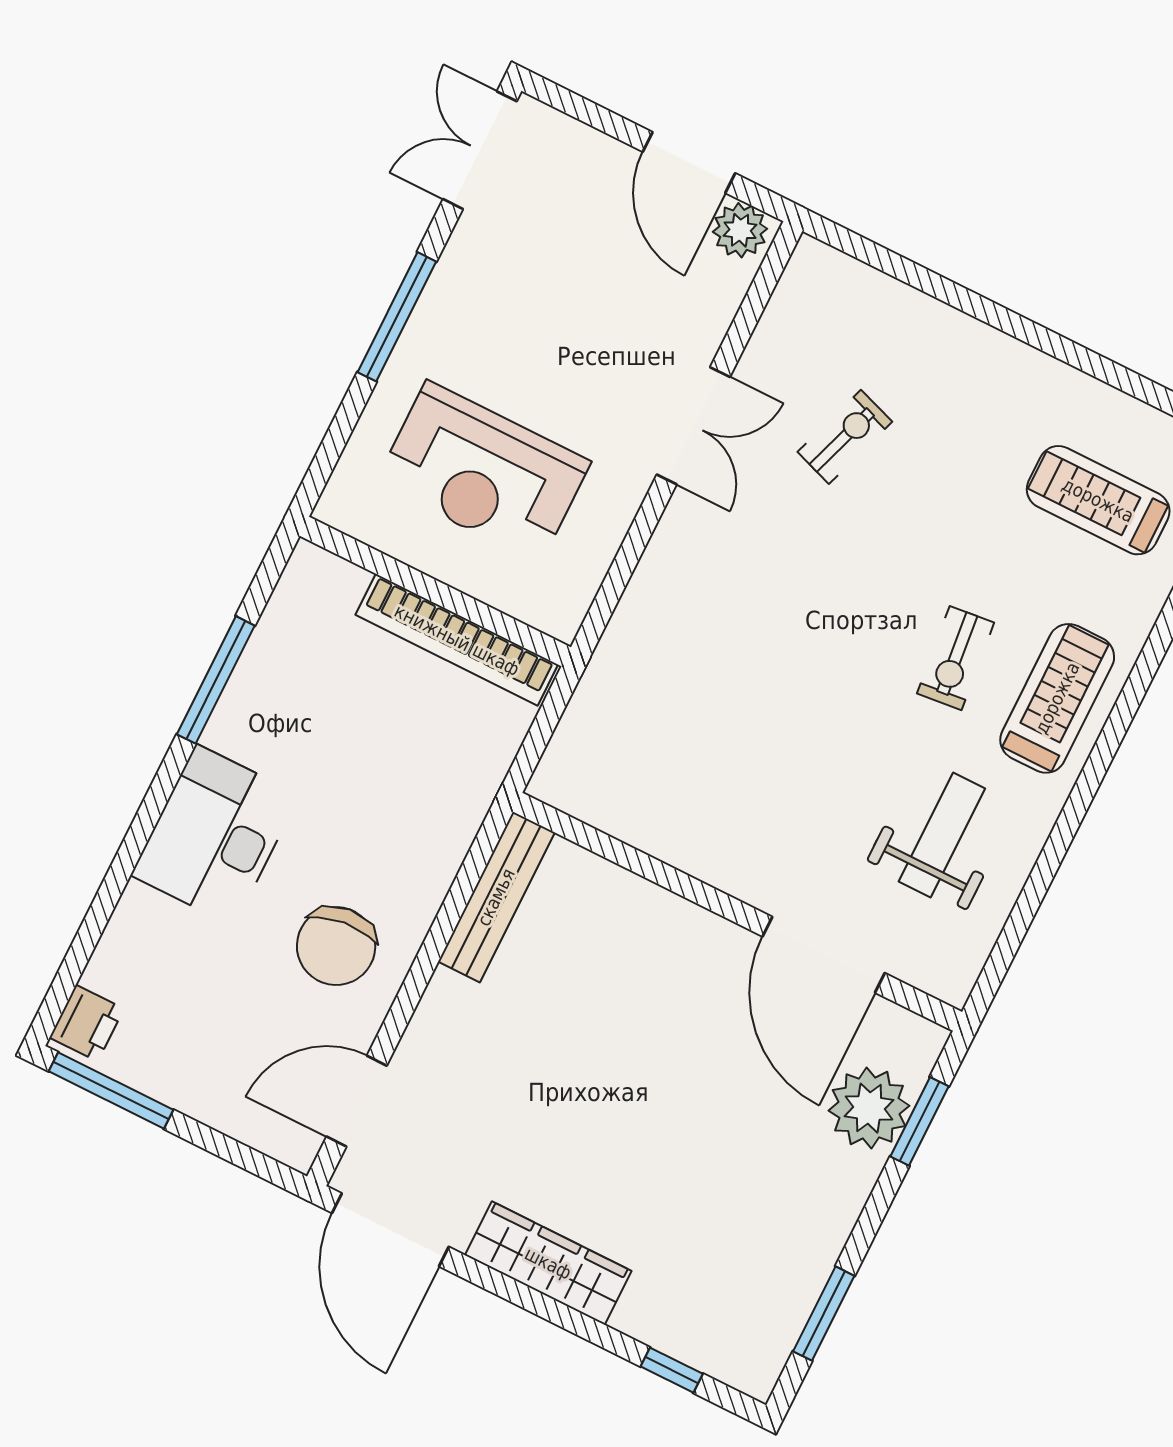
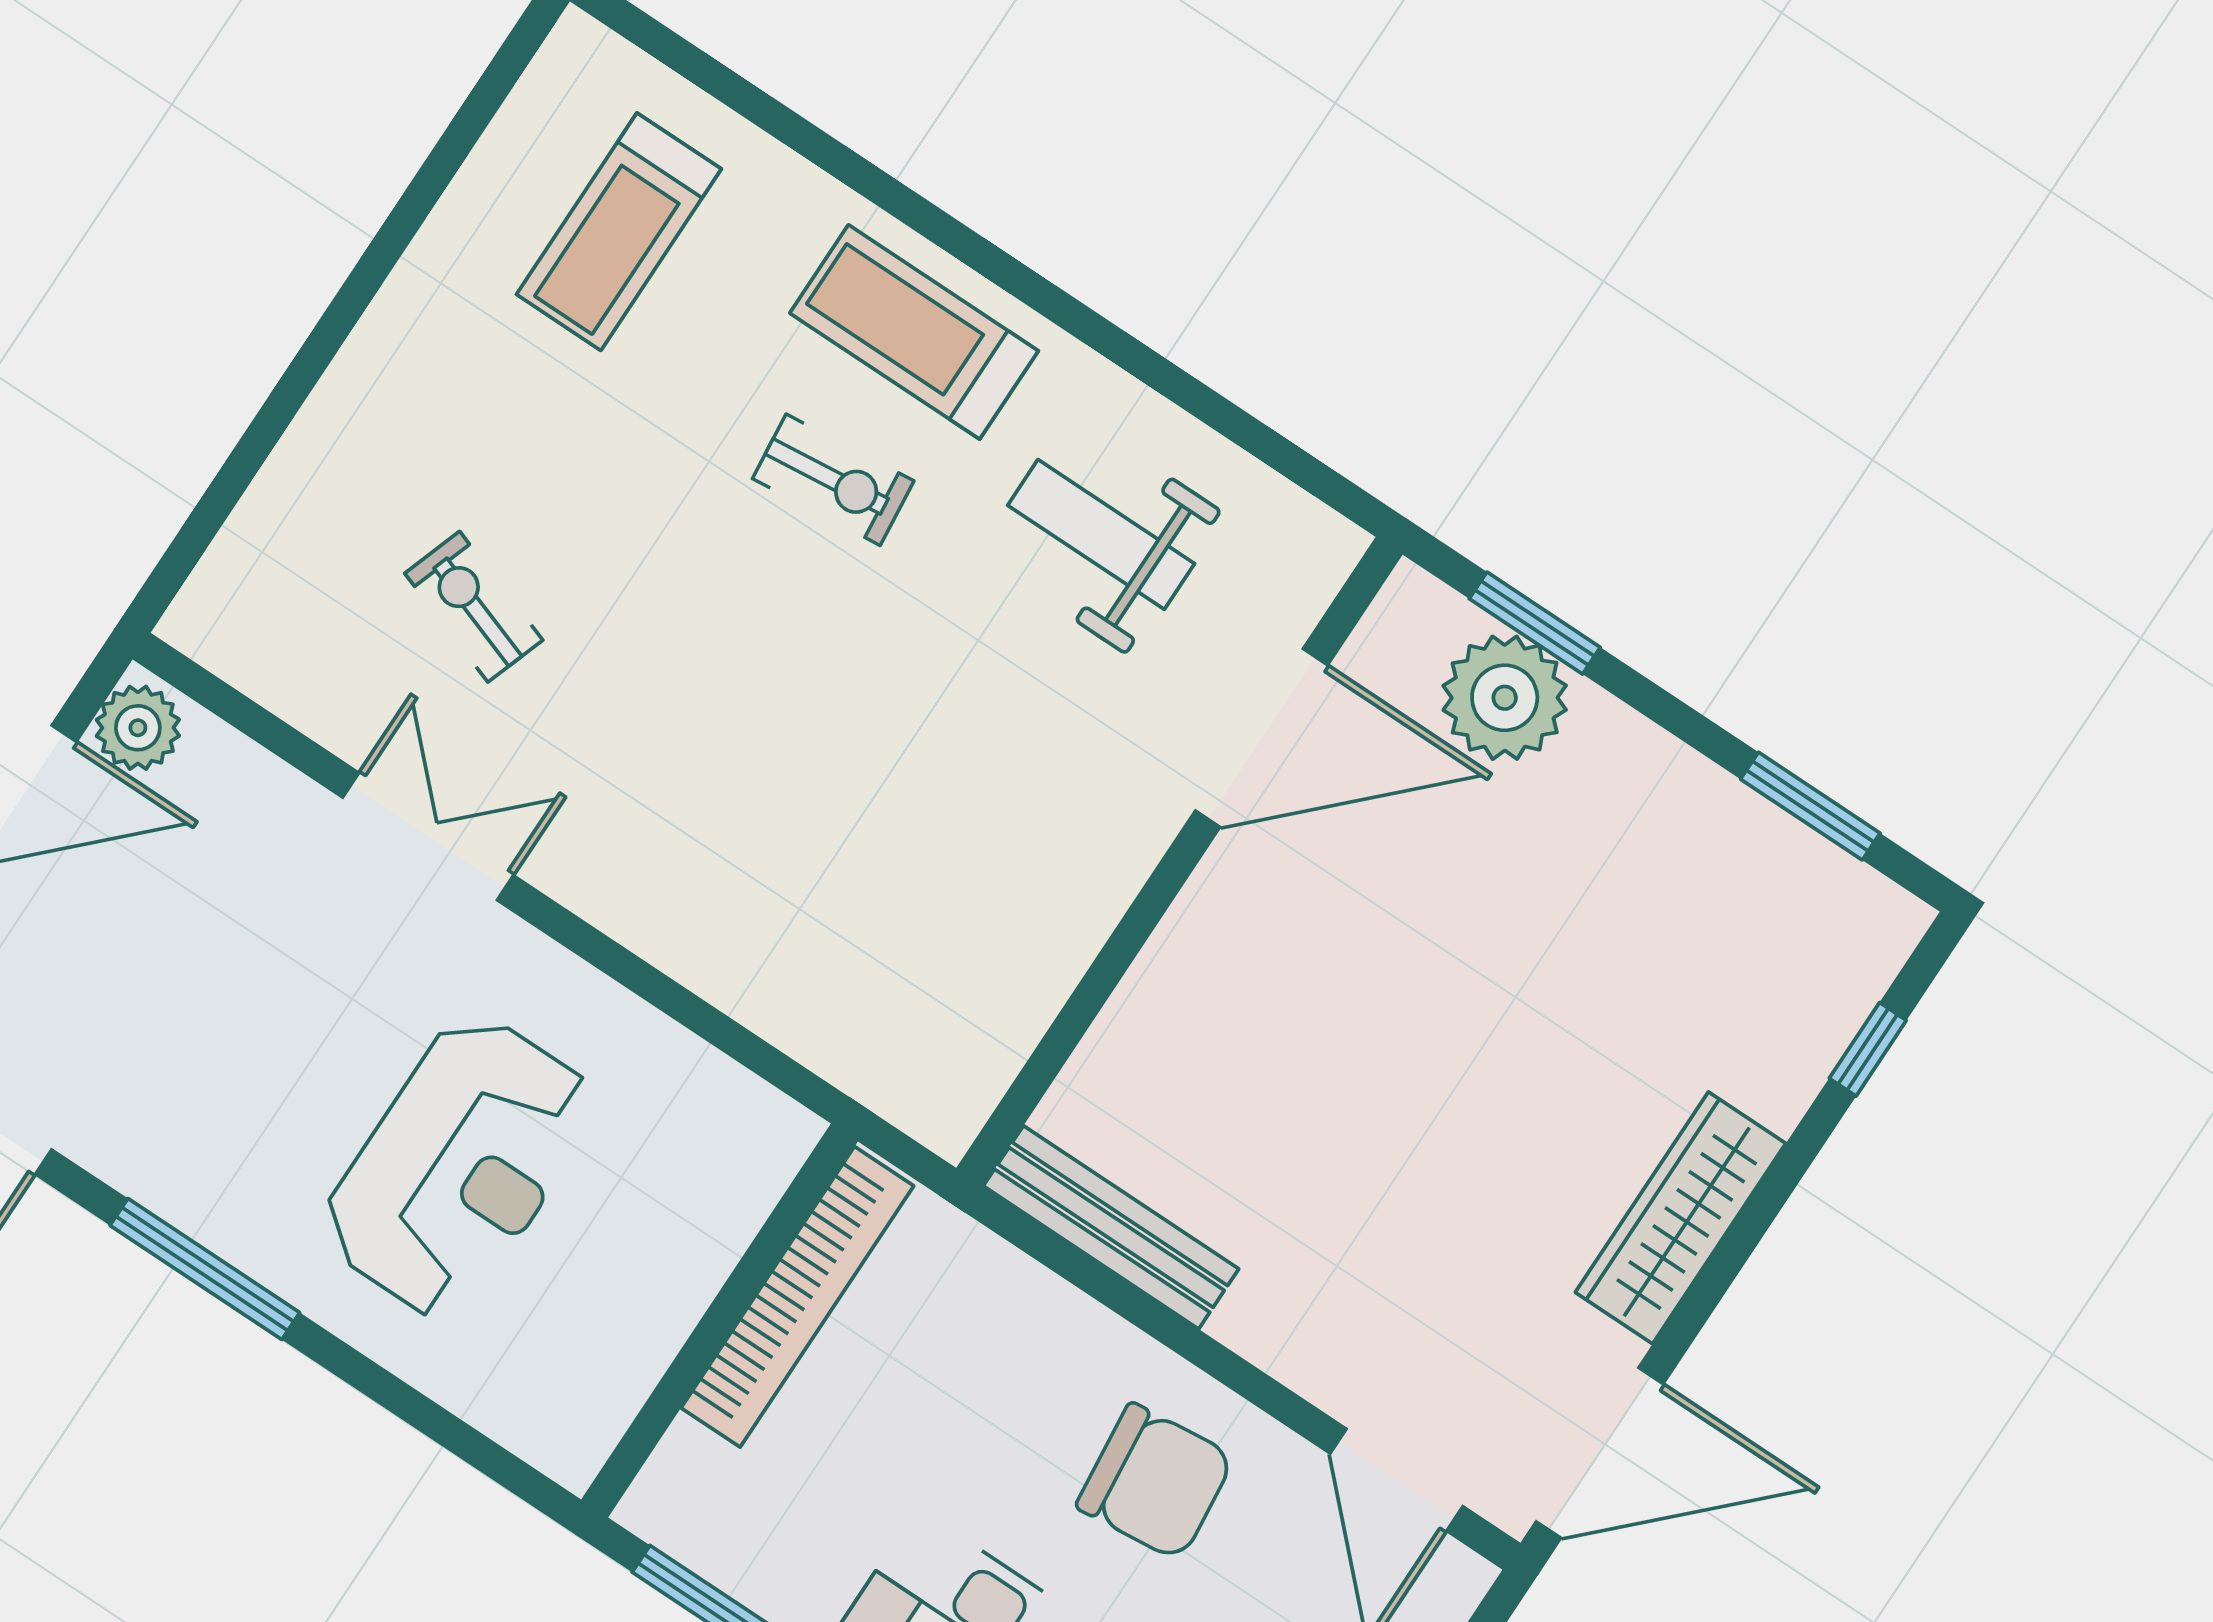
wall: (435, 591) -> (720, 1321), moved
bookcase: (457, 640) -> (797, 1297), moved

